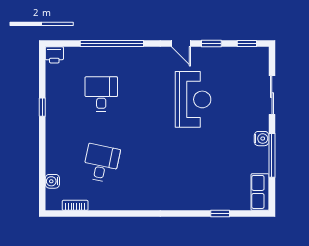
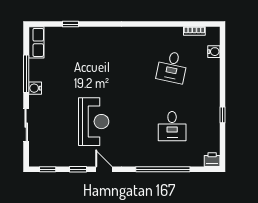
reception desk: (193, 99) -> (94, 122), turned 180

